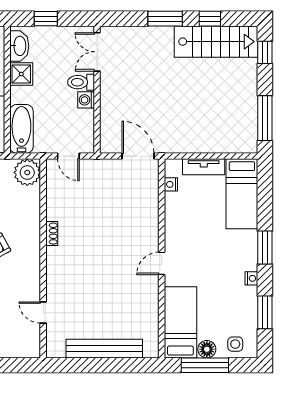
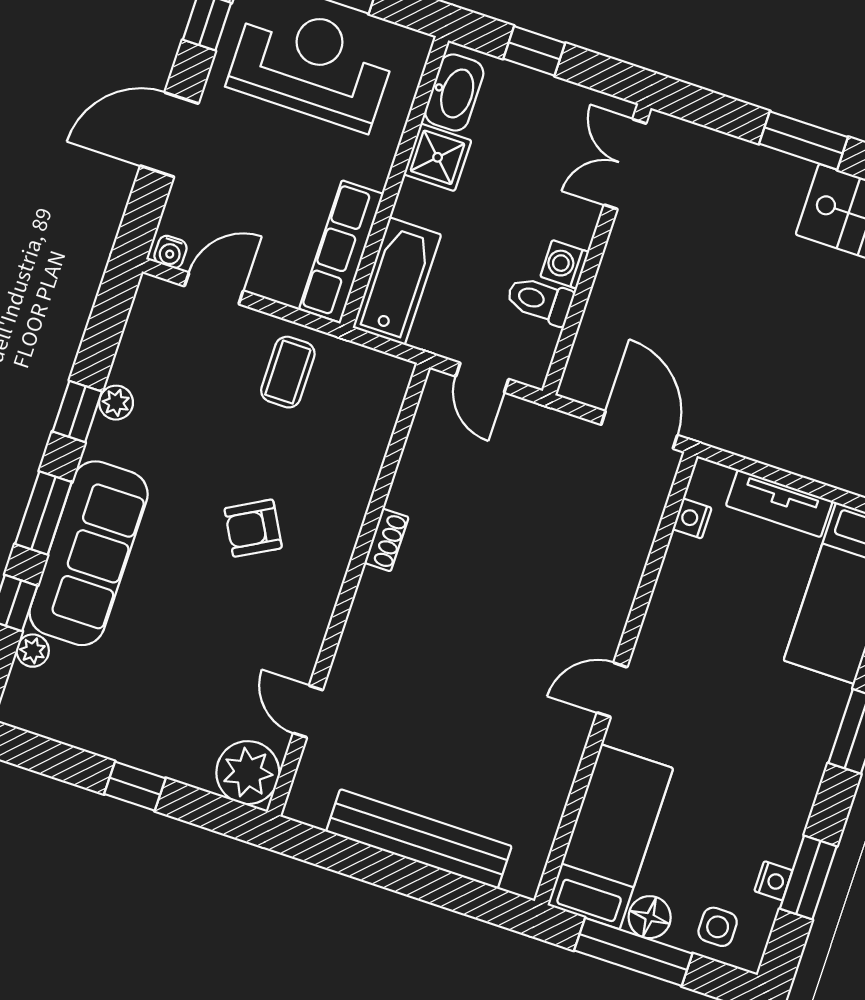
toilet: (81, 82) -> (540, 300), moved
plant: (27, 172) -> (248, 773), moved
nightstand: (251, 278) -> (773, 881), moved

